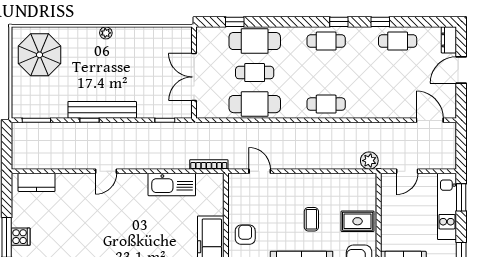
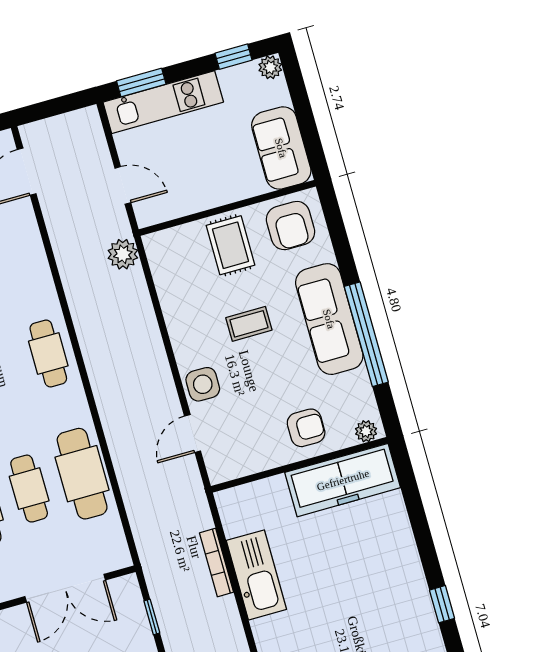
bookcase: (209, 164) -> (217, 562), moved
side table: (285, 184) -> (203, 384), added
armchair: (245, 235) -> (306, 428), turned 180

